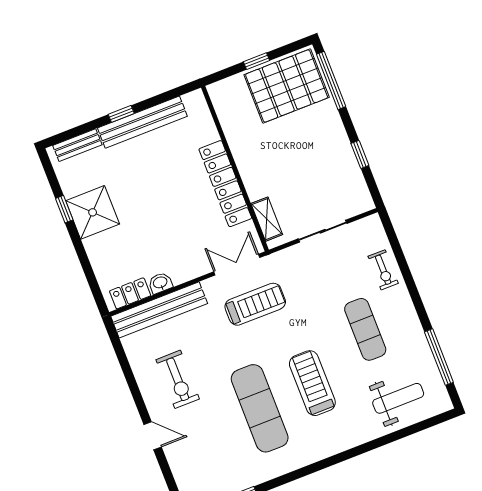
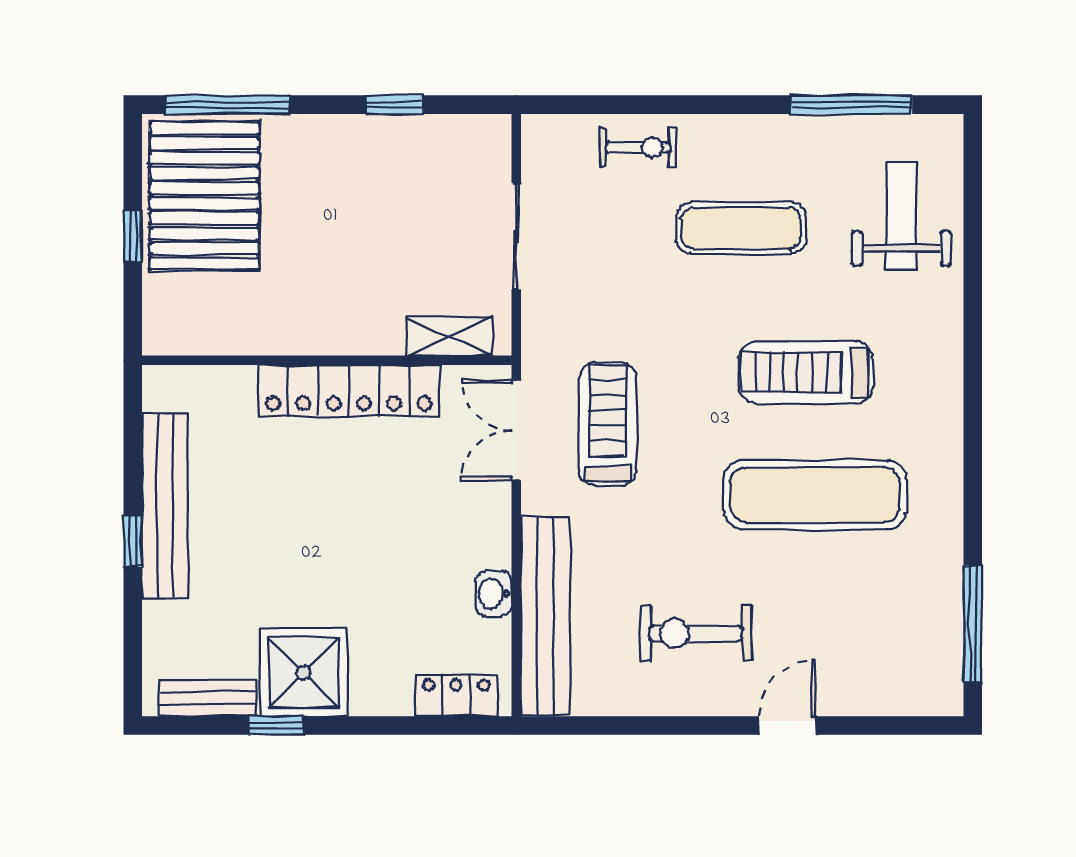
bench: (77, 145) -> (208, 698), moved, turned 90
locker: (130, 293) -> (456, 696), moved, turned 90
exercise bike: (178, 379) -> (696, 633), turned 180

